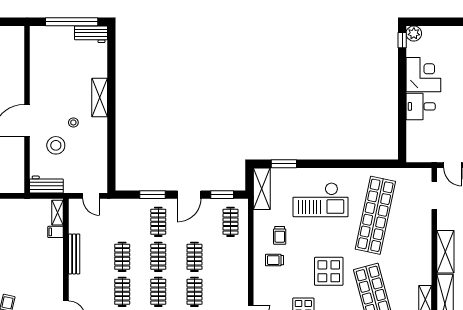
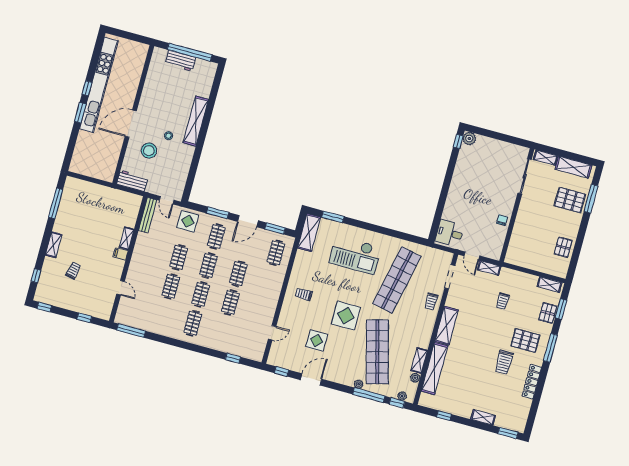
workbench: (91, 34) -> (180, 61), moved
corner desk: (423, 75) -> (468, 175), removed
shelving: (100, 98) -> (196, 121), width x1.47
desk: (421, 106) -> (450, 233), moved
shelving: (58, 213) -> (127, 238), moved
display table: (121, 213) -> (188, 221), added
filing cabinet: (56, 232) -> (121, 254), moved
trolley: (280, 235) -> (431, 302), moved
bench: (74, 254) -> (148, 215), moved

